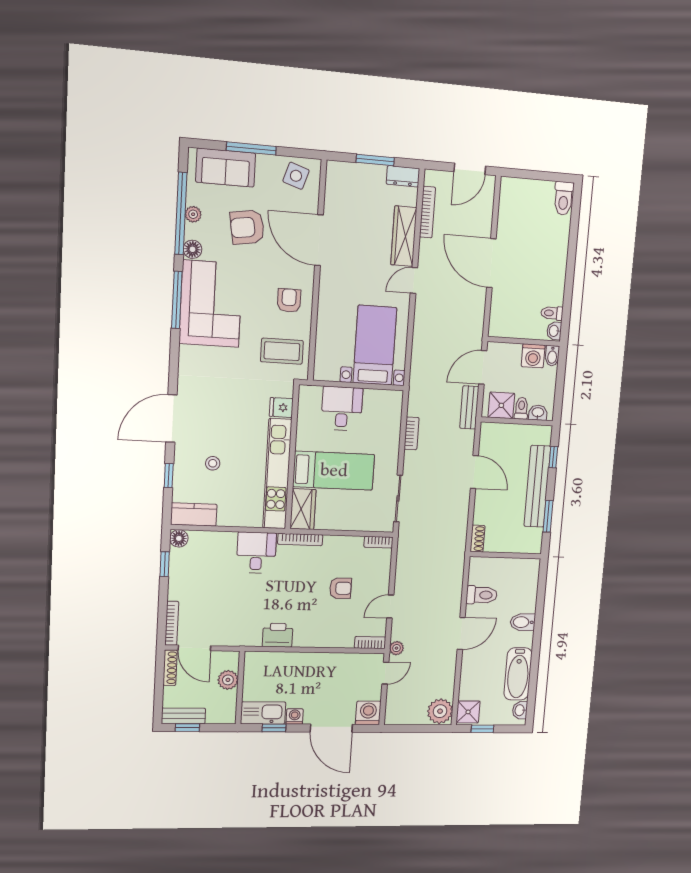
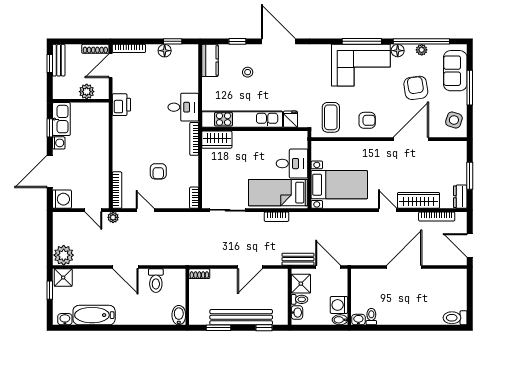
bed: (334, 471) -> (278, 193), moved, turned 90
floor lamp: (179, 538) -> (165, 51), moved
bidet: (523, 622) -> (179, 315), moved
printer: (278, 635) -> (121, 105), moved
bookcase: (370, 643) -> (117, 190), width x1.56

